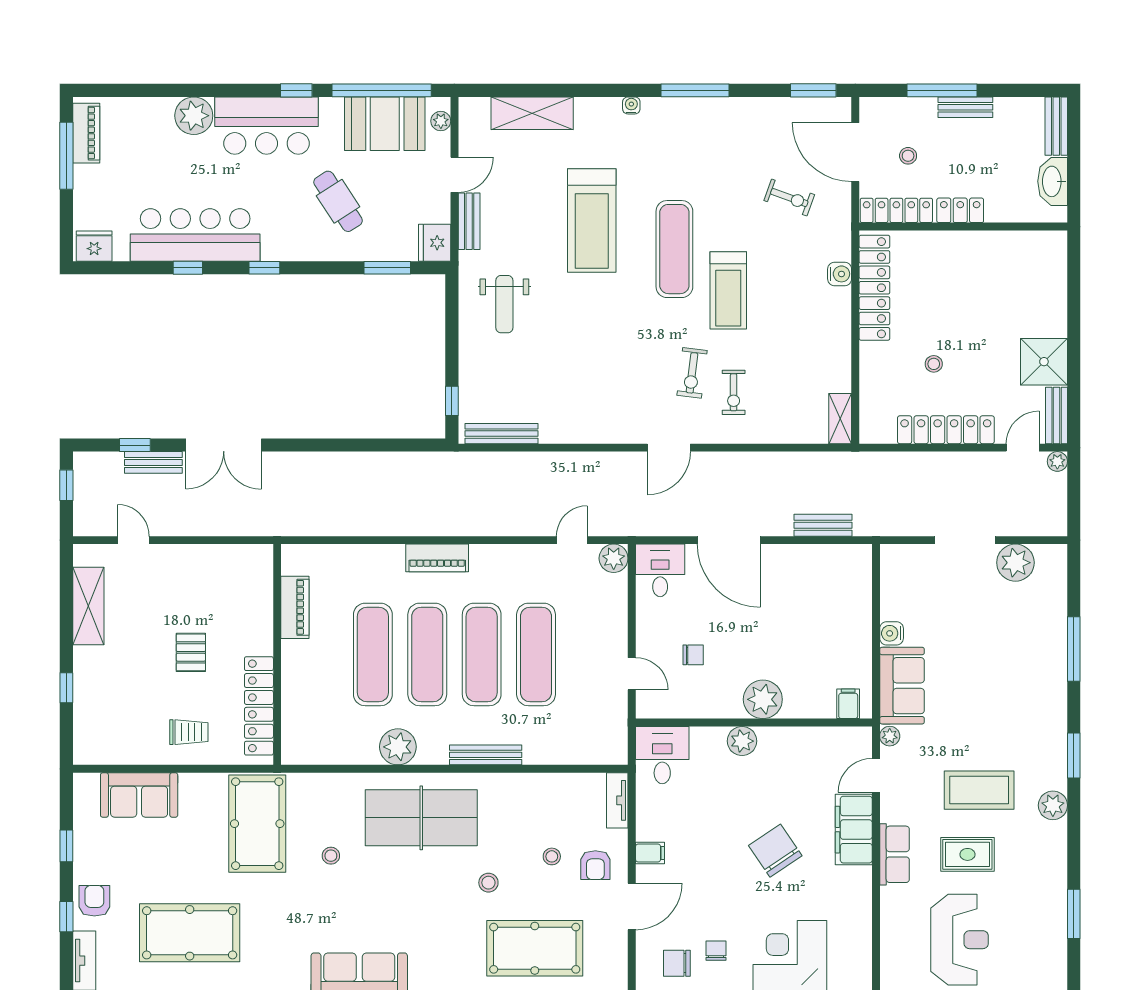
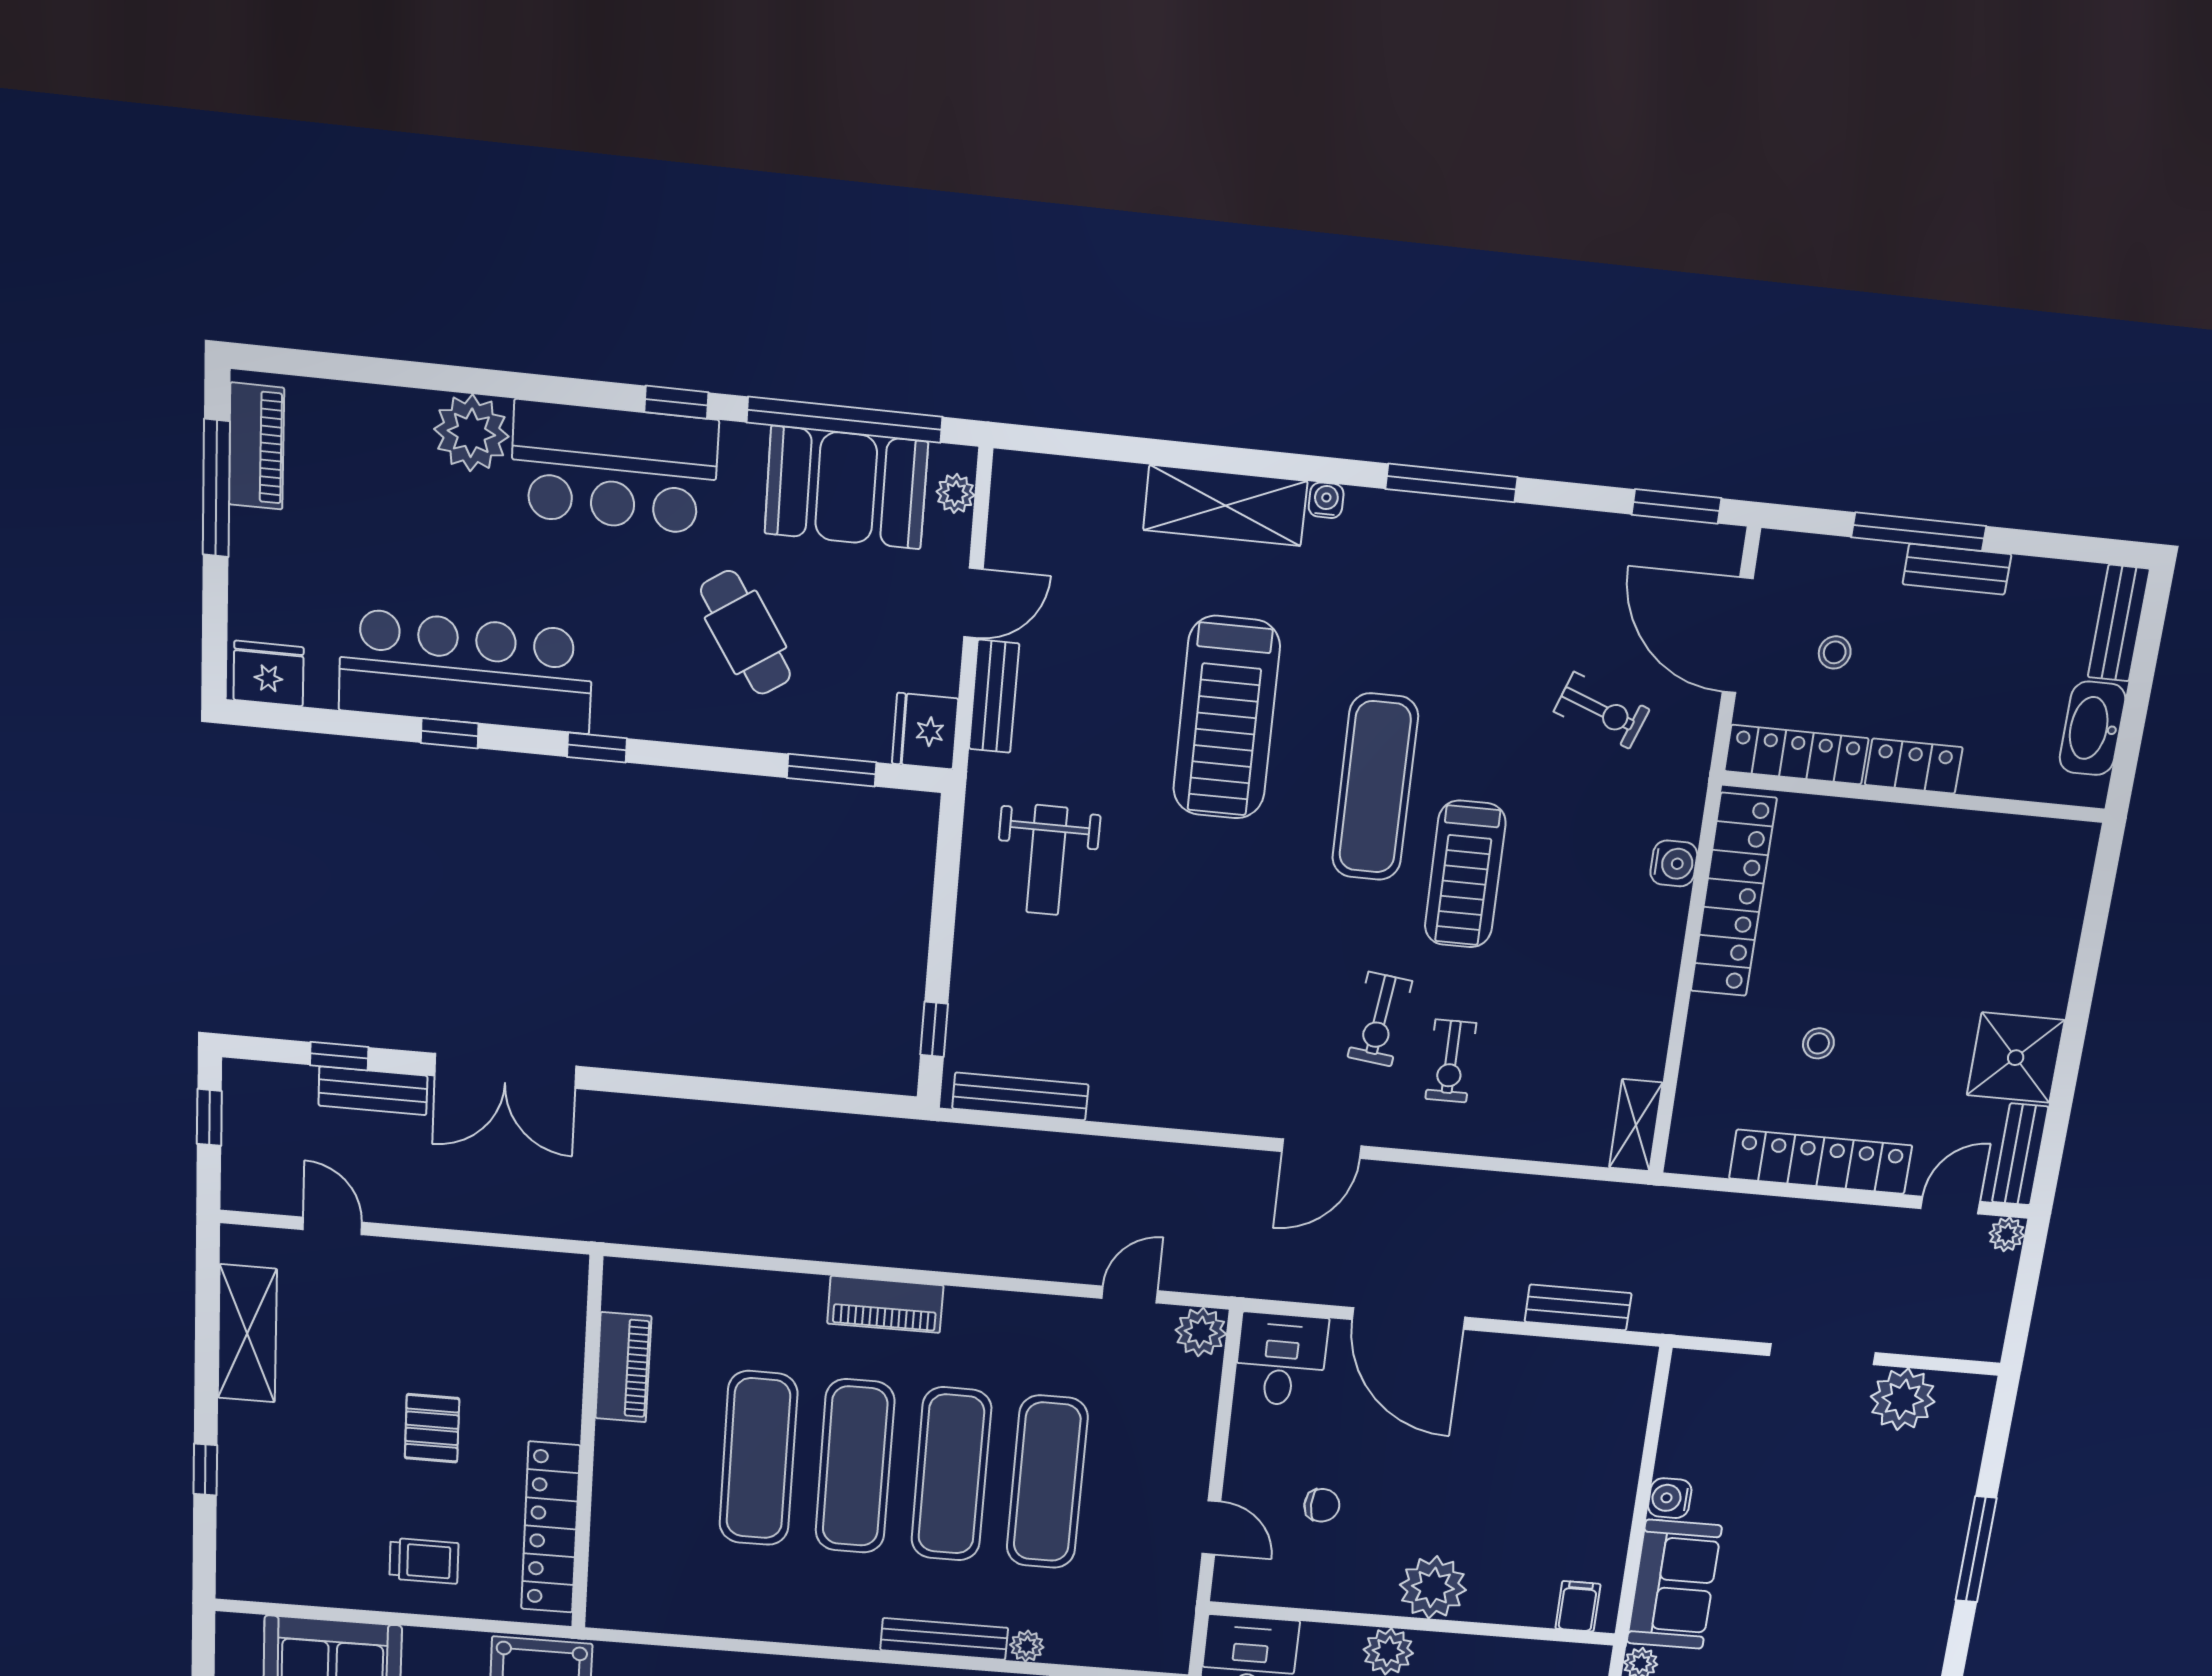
shelving: (532, 113) -> (1225, 506), moved
plant: (398, 747) -> (1027, 1646), moved, width x0.53, depth x0.53

